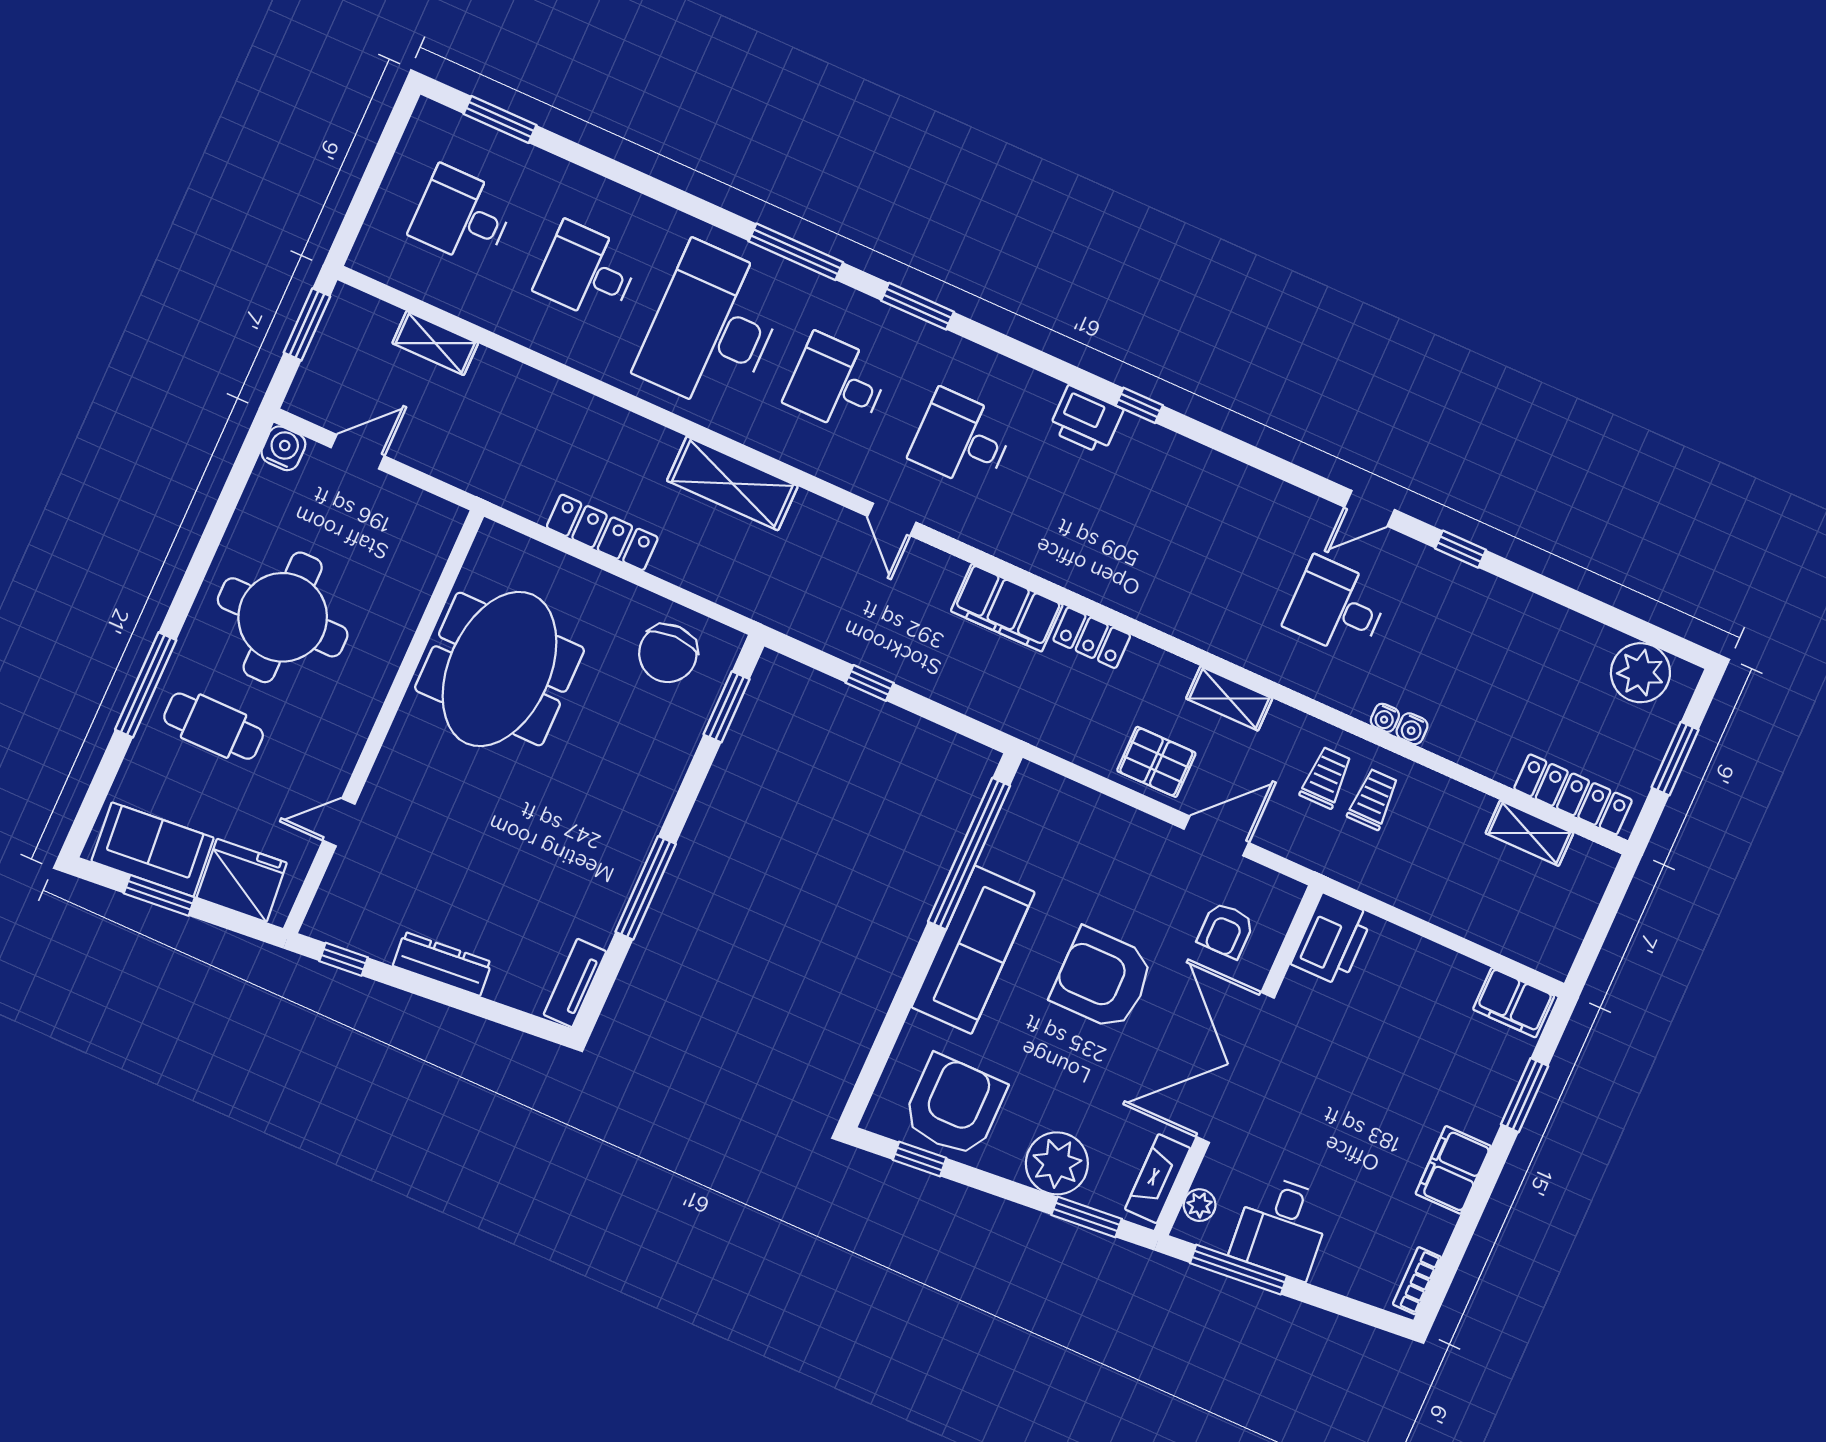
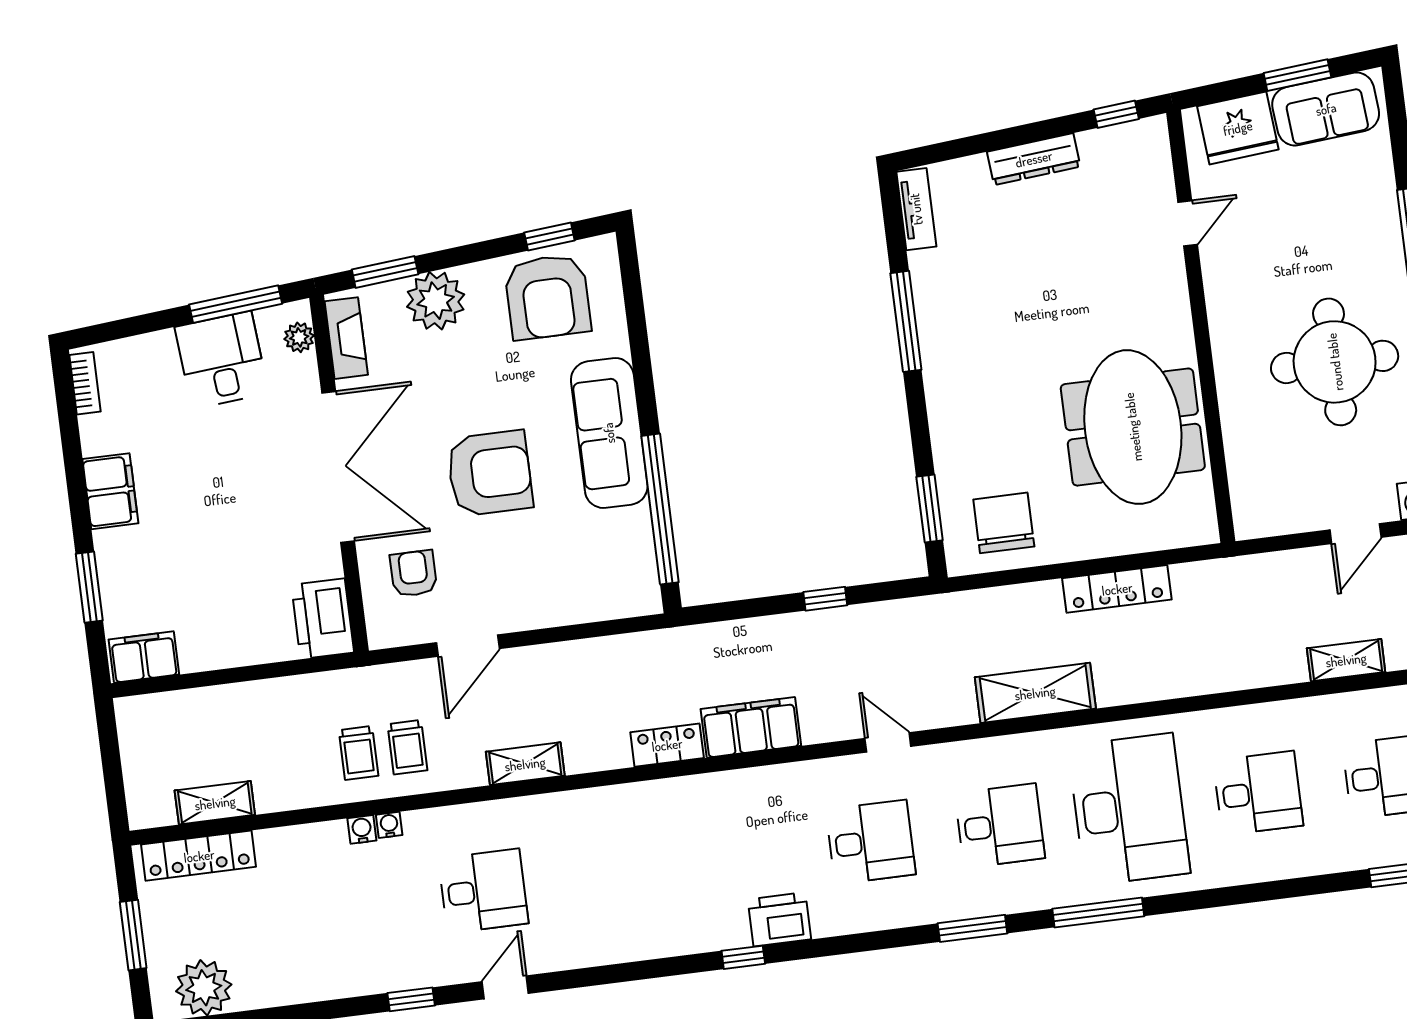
cafe table: (214, 726) -> (1337, 239), removed
pallet: (1156, 762) -> (553, 676), removed

